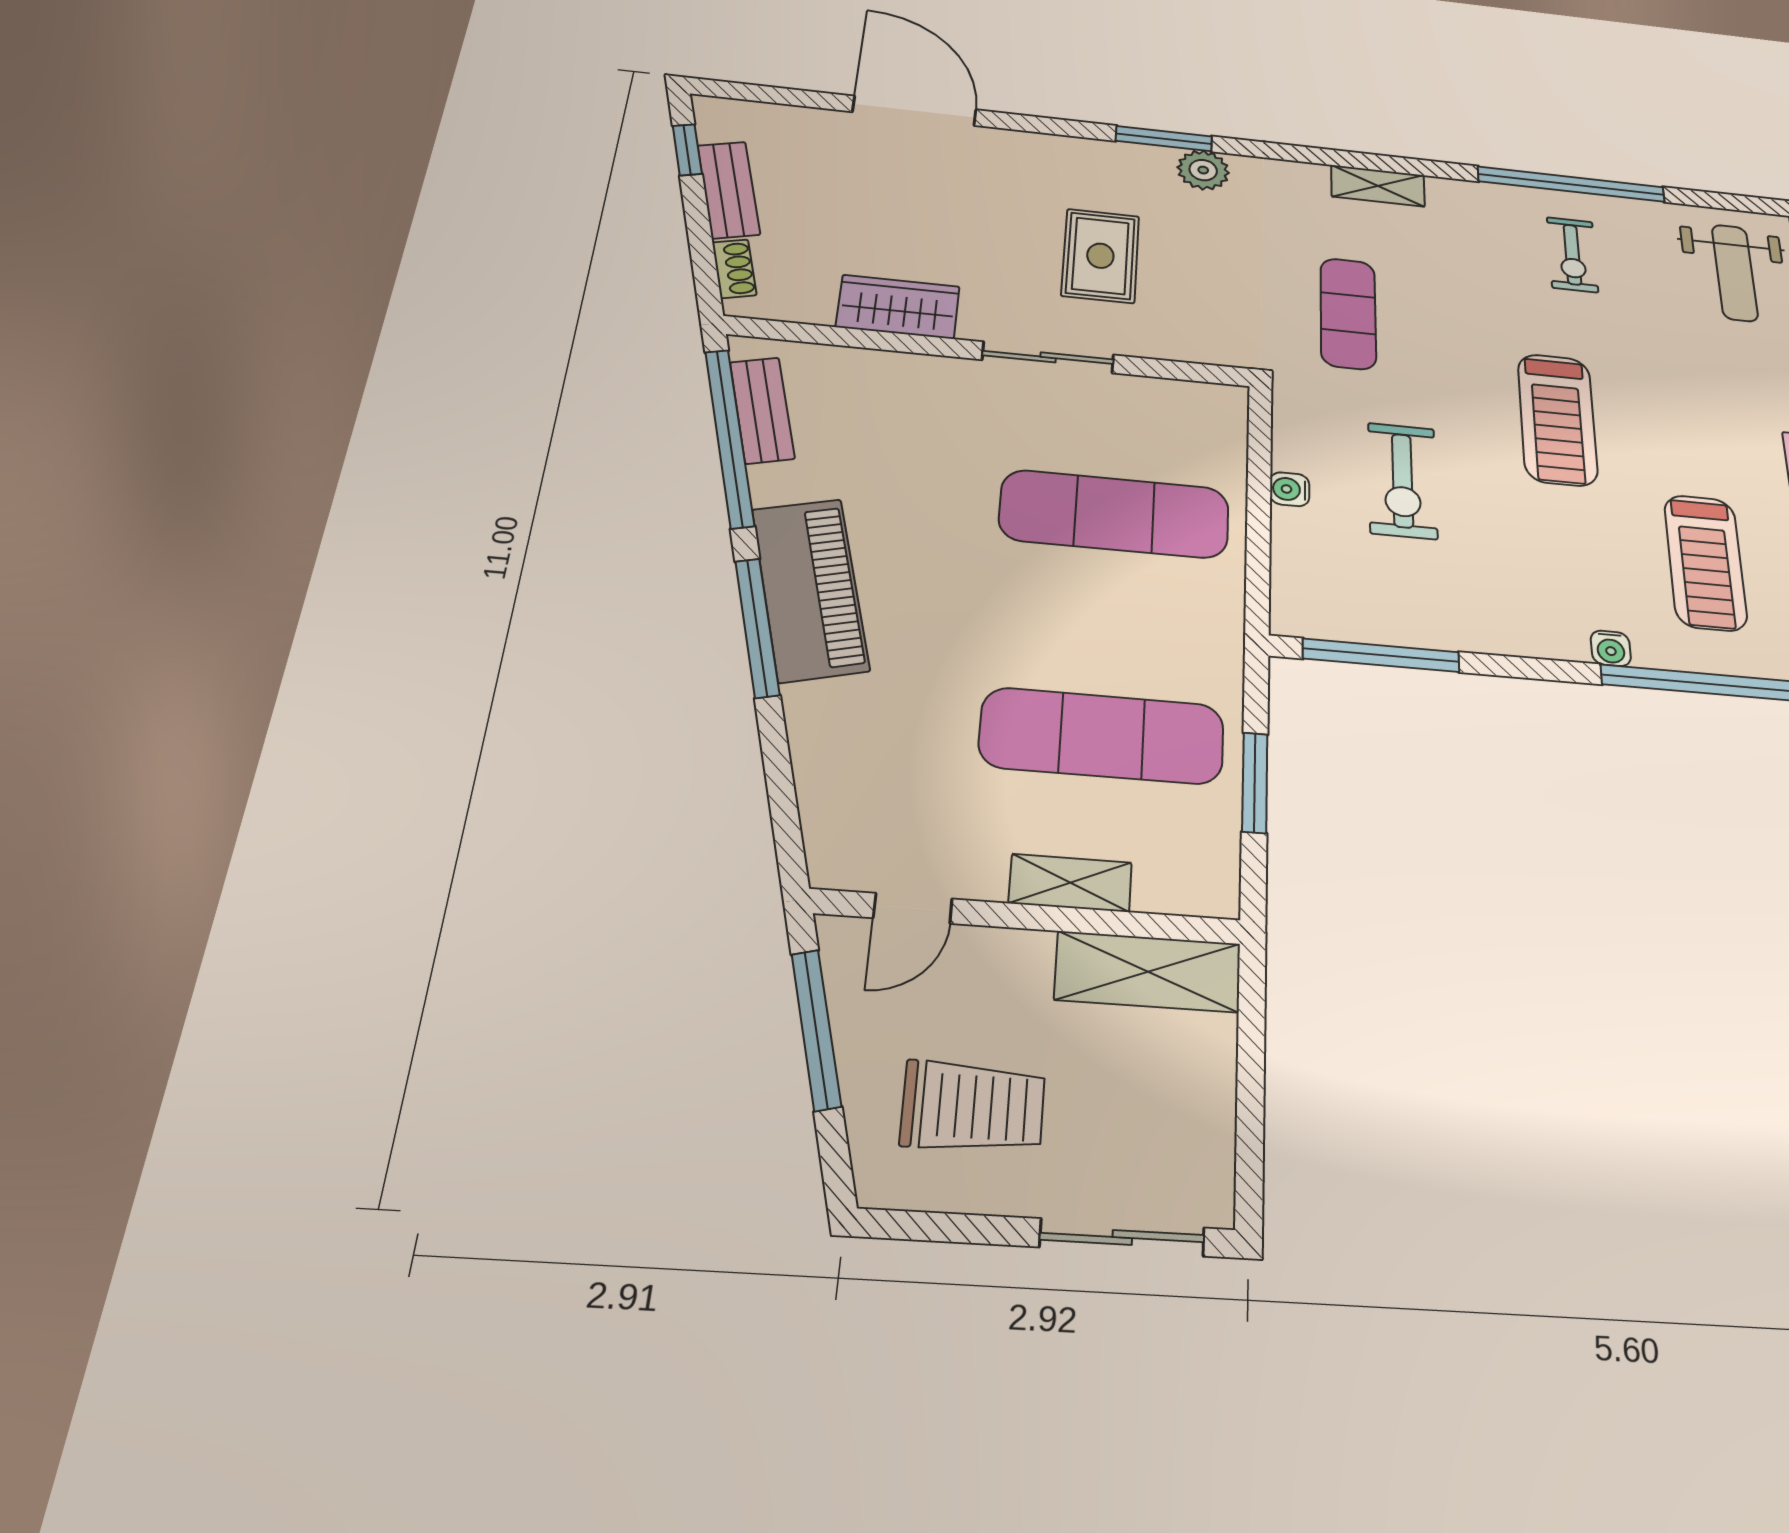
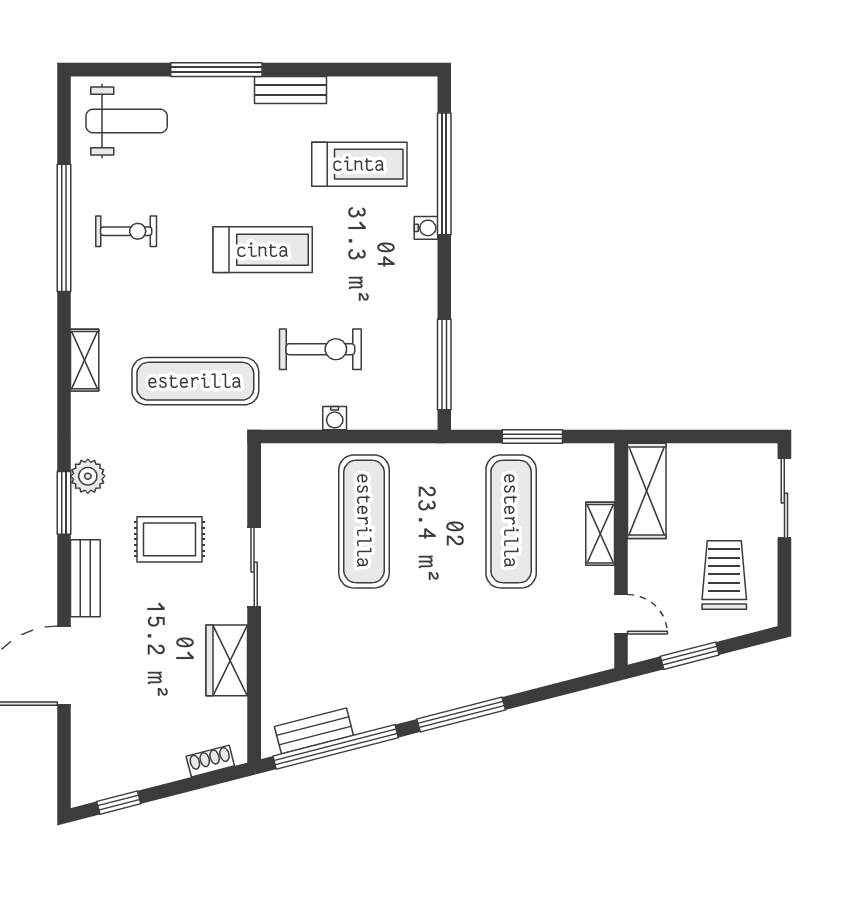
bench: (729, 190) -> (85, 578), moved, turned -76
exercise mat: (1348, 313) -> (195, 381), width x1.36, depth x1.45
piano: (810, 589) -> (434, 689), removed
window: (816, 1029) -> (690, 656), width x0.69

